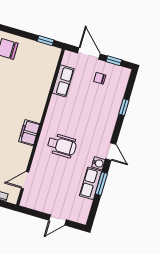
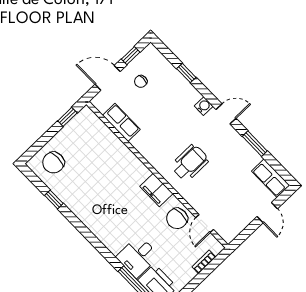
chair: (17, 159) -> (177, 218), added
water cooler: (98, 163) -> (204, 106), moved
row of seats: (91, 183) -> (271, 178), moved

